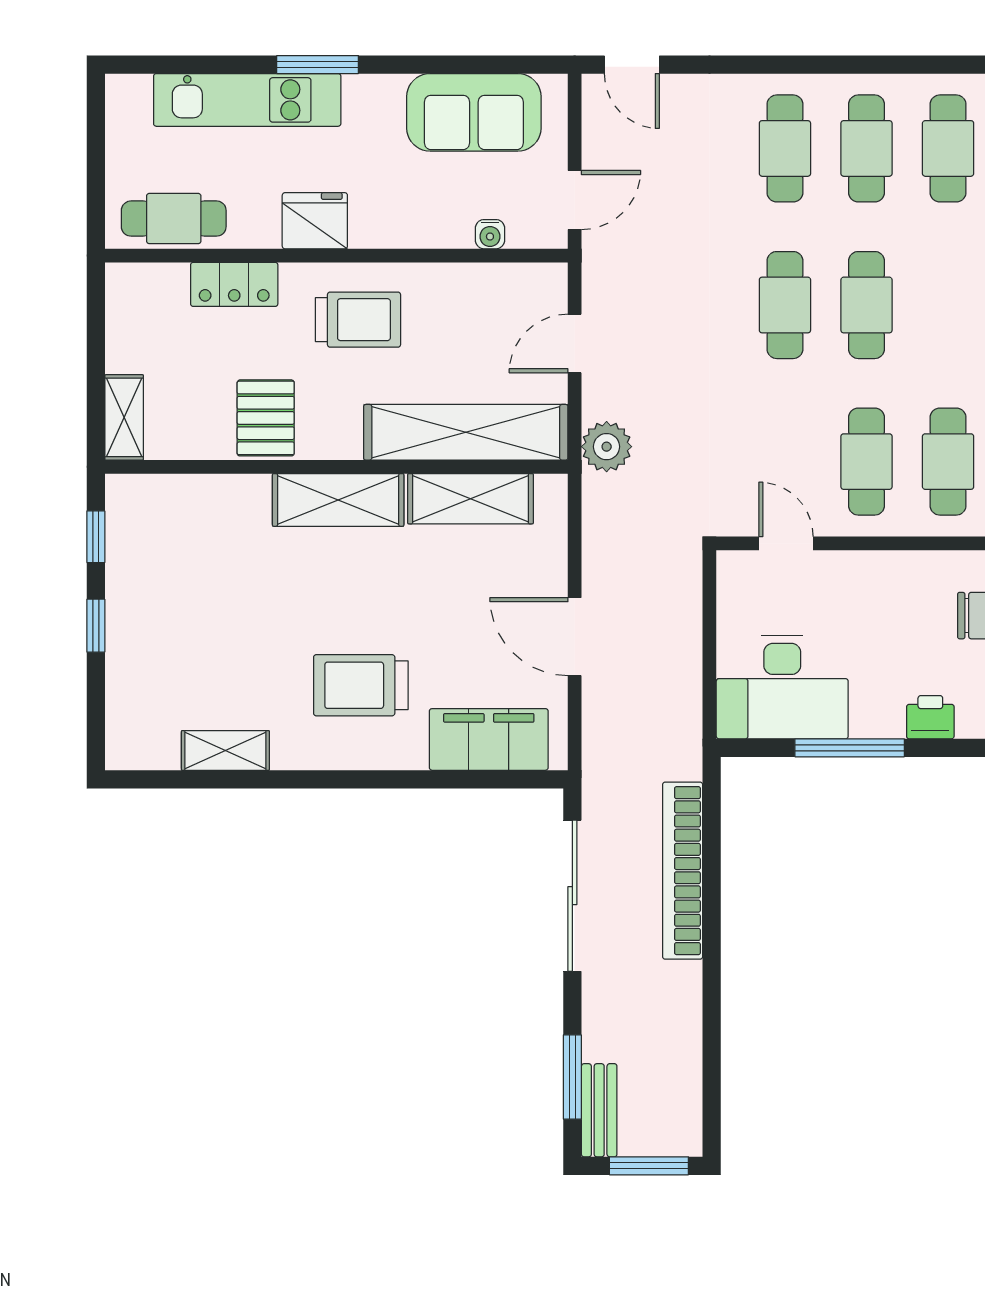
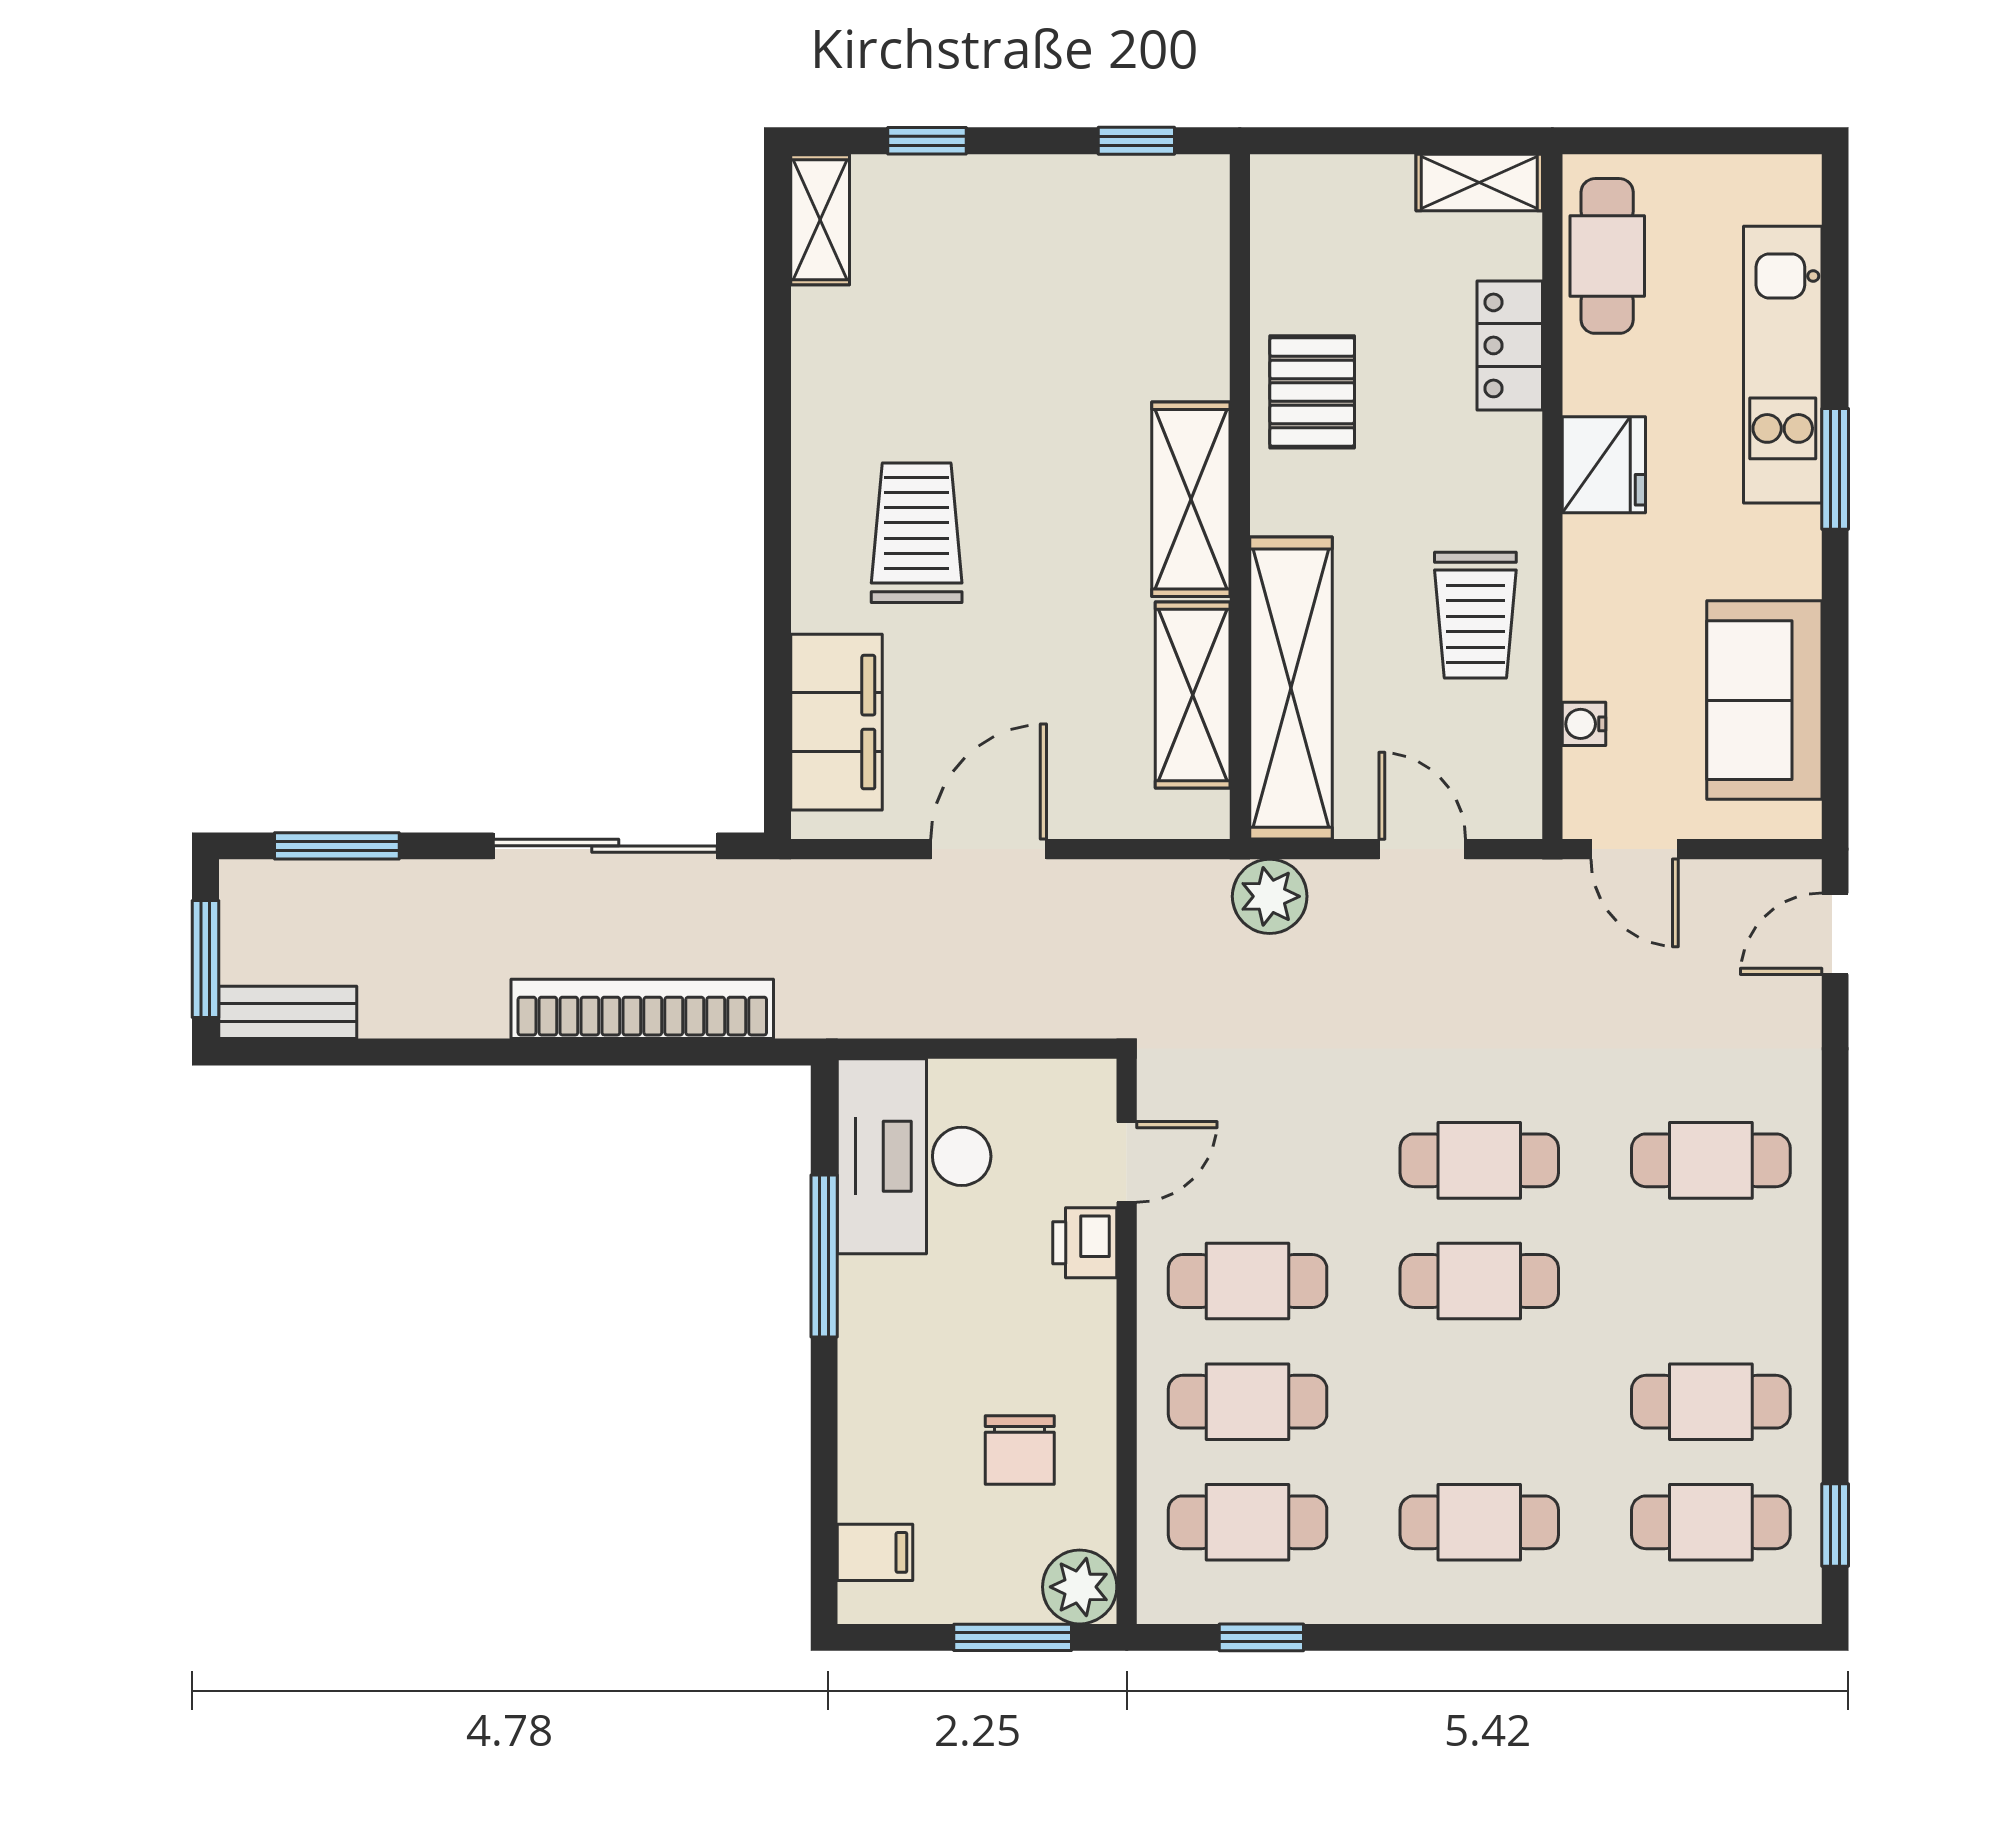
cafe table: (867, 148) -> (1711, 1281), removed
trolley: (358, 320) -> (1475, 615), moved
shelving: (124, 417) -> (1479, 182), moved
pallet: (266, 418) -> (1312, 392), turned 90
window: (96, 626) -> (927, 141), moved
printer: (930, 717) -> (1085, 1243), moved, turned 180
shelving: (225, 750) -> (820, 220), moved
bench: (599, 1110) -> (288, 1012), moved

